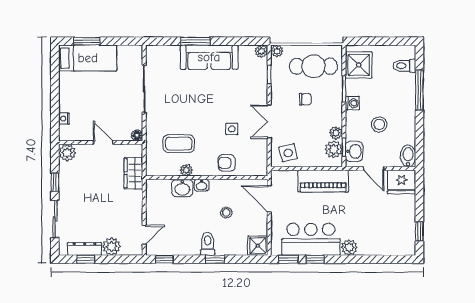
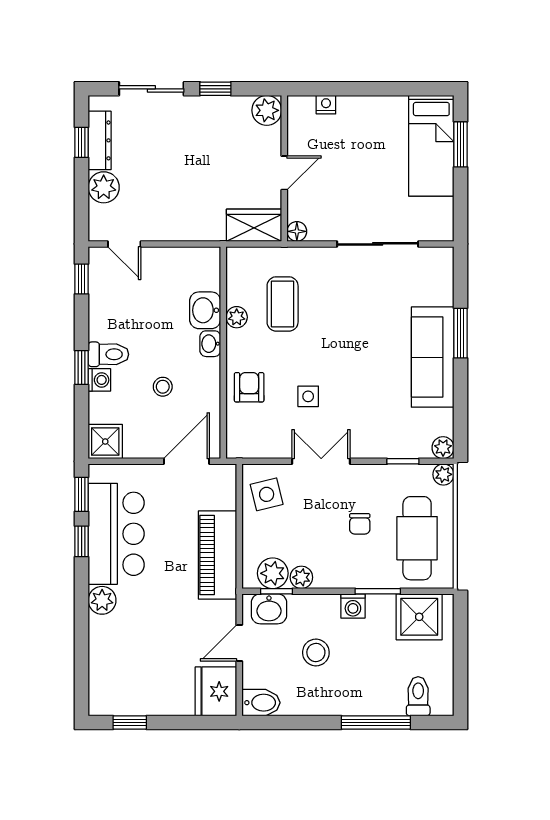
wardrobe: (133, 173) -> (254, 225), moved
washing machine: (222, 249) -> (99, 380), added

